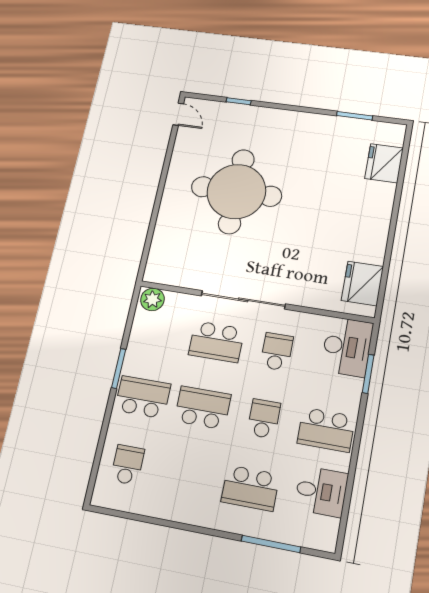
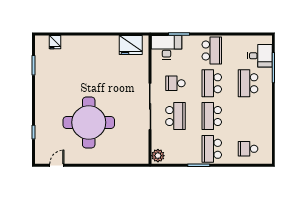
door: (178, 114) -> (57, 165), moved
fridge: (384, 163) -> (55, 42), width x0.53, depth x0.75
school desk: (264, 419) -> (212, 83), width x1.85
school desk: (250, 488) -> (248, 83), turned 180
desk: (321, 491) -> (260, 56), moved, turned 90

